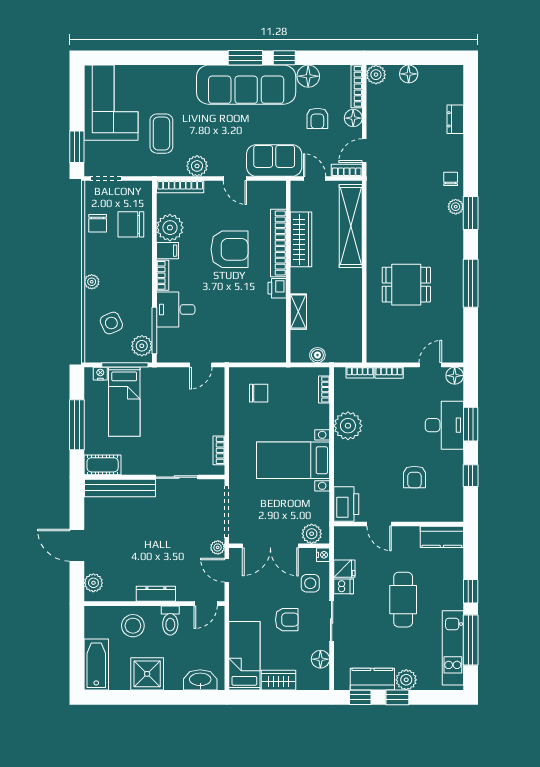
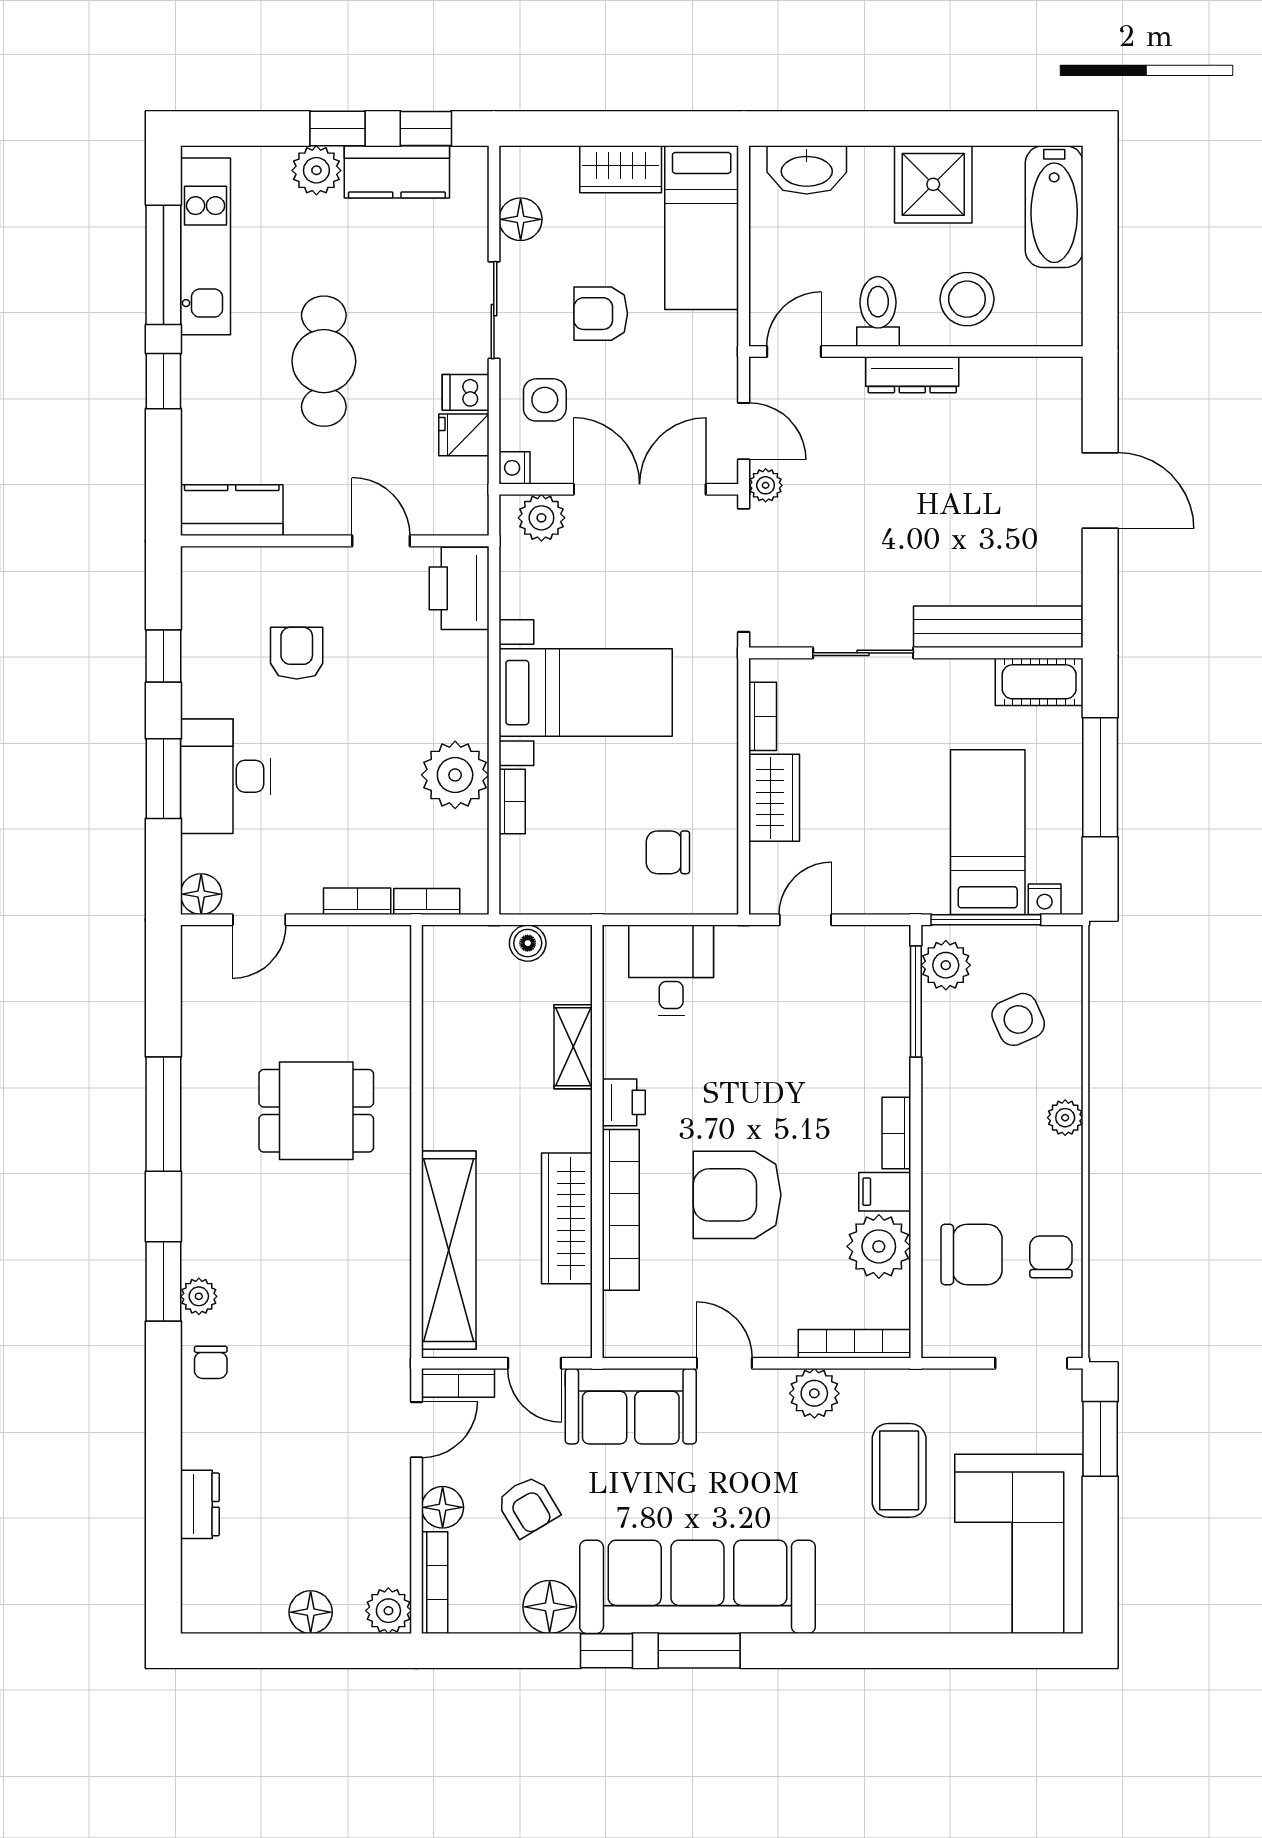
armchair: (317, 118) -> (528, 1506), turned 149
desk: (176, 309) -> (671, 970), moved, turned -90
bookcase: (324, 390) -> (512, 802), moved
wardrobe: (214, 416) -> (774, 798), added
plant: (93, 583) -> (1061, 401), removed

